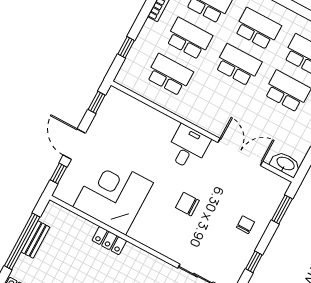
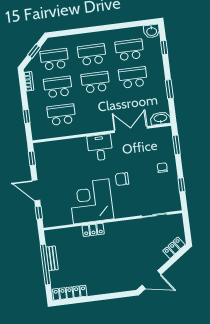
corner desk: (113, 195) -> (91, 201), moved

